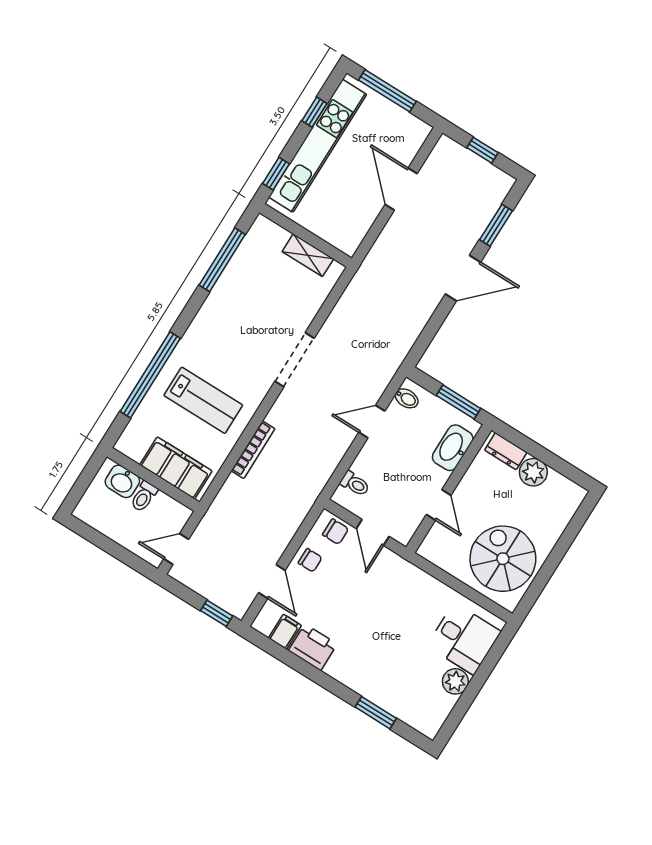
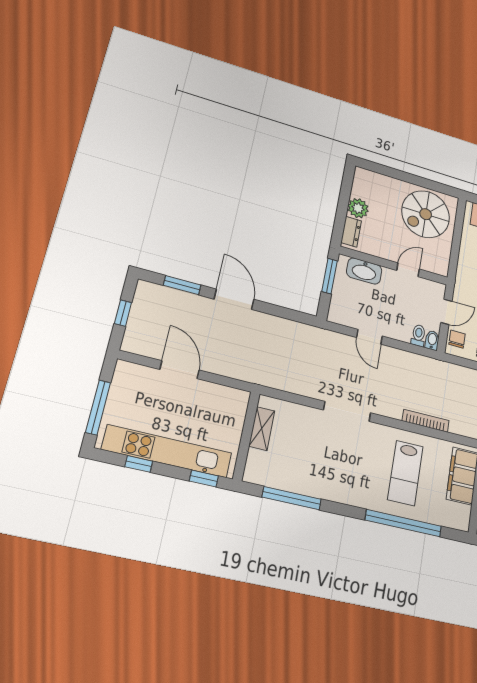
door: (401, 189) -> (180, 370), swing flipped
bidet: (407, 398) -> (432, 340), moved
lab bench: (203, 400) -> (405, 473), turned 180

